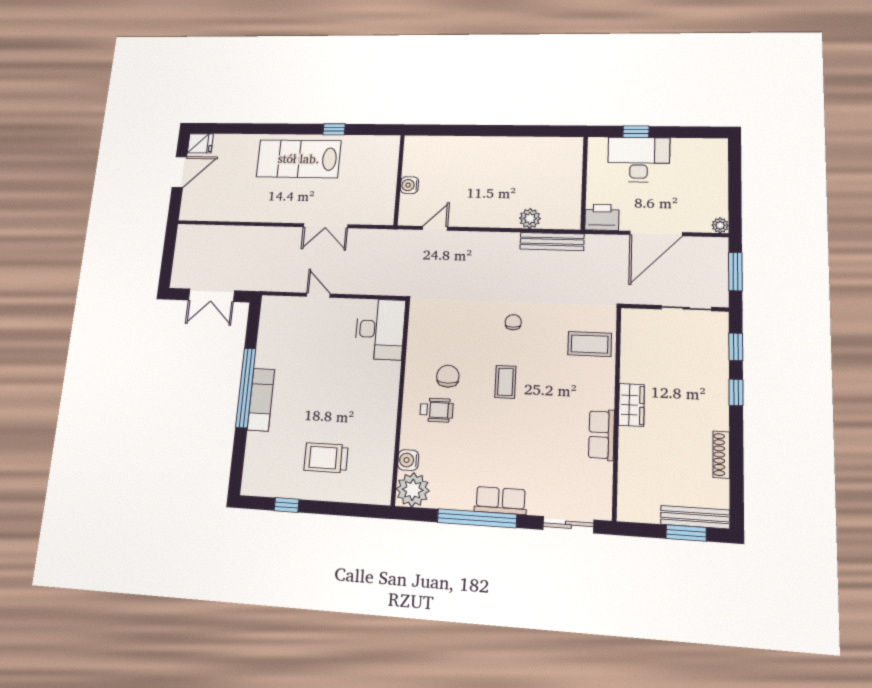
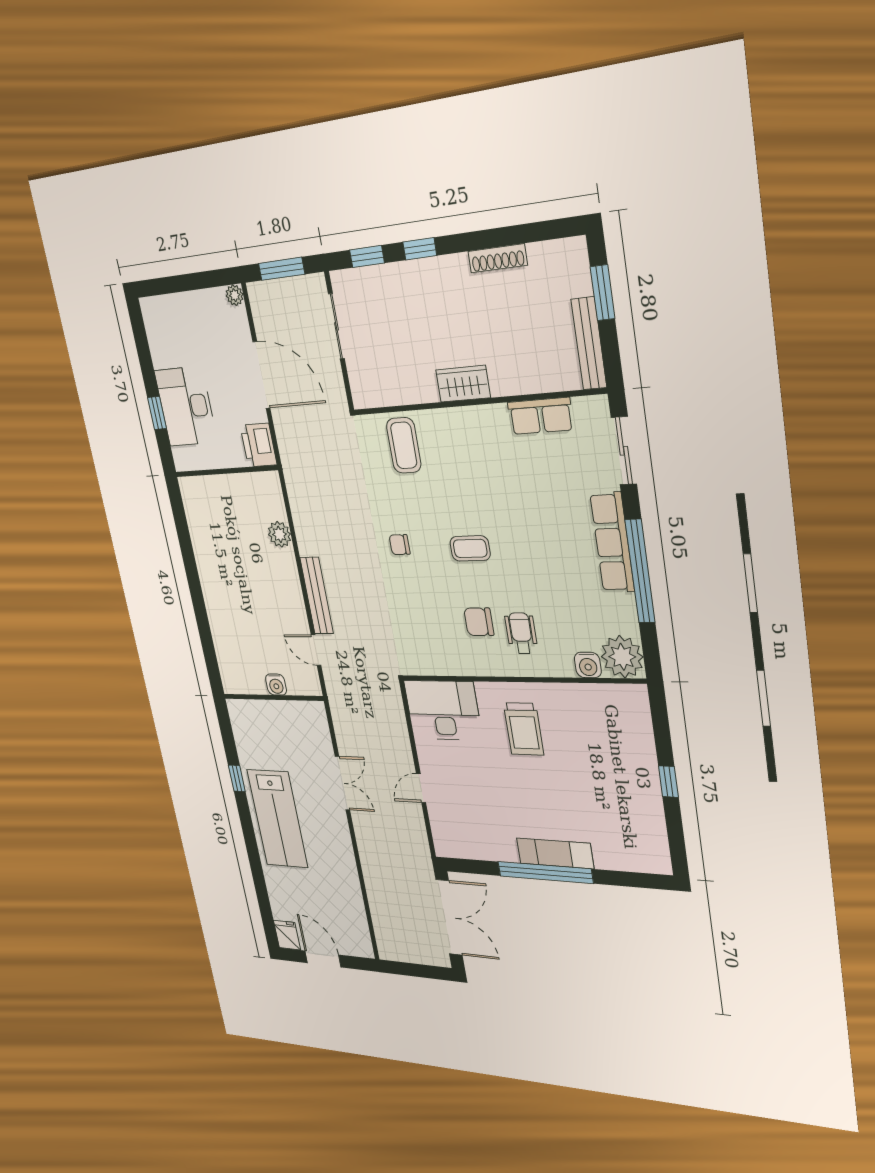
bench: (552, 242) -> (317, 596), moved
double door: (211, 295) -> (449, 918), width x1.37
row of seats: (601, 435) -> (541, 416), moved
trolley: (326, 458) -> (524, 729), moved
row of seats: (501, 501) -> (612, 542), width x1.48
window: (287, 505) -> (668, 782), moved
bench: (695, 517) -> (589, 344), moved

